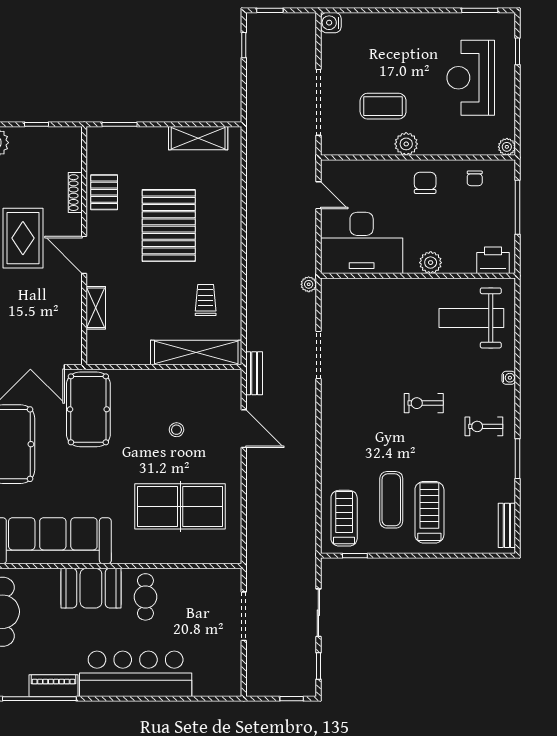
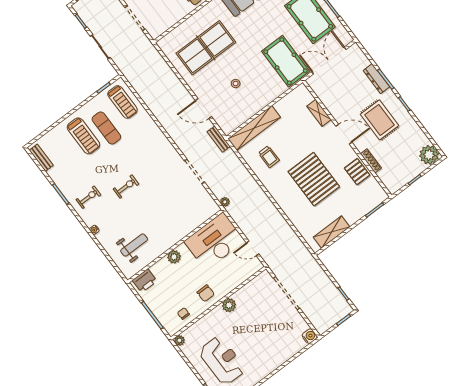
coffee table: (383, 106) -> (254, 315), removed
weight bench: (471, 318) -> (134, 245), width x0.73, depth x0.75

